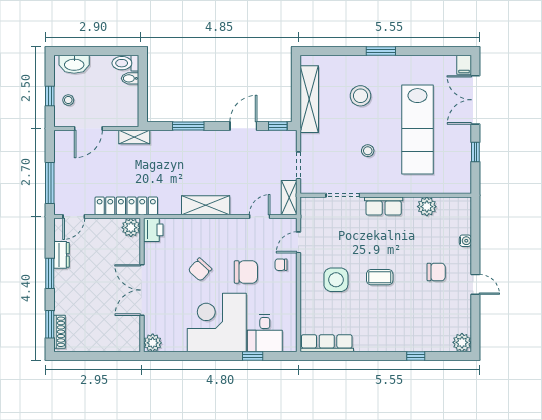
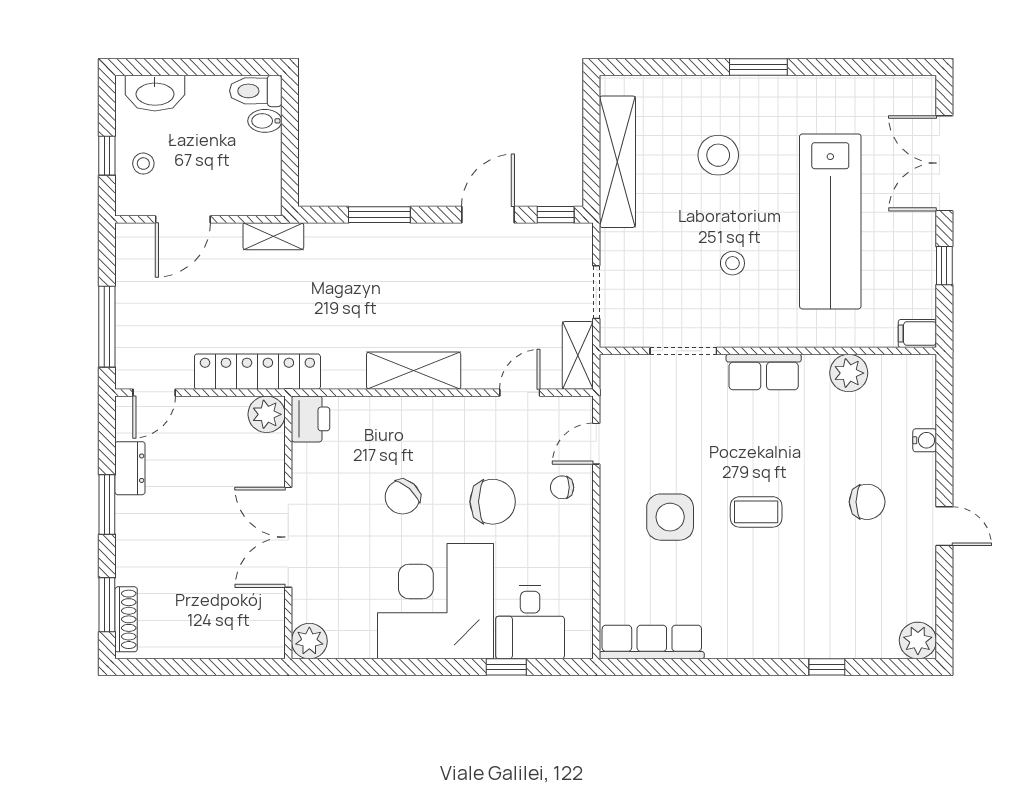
filing cabinet: (464, 65) -> (917, 334), moved, turned 90

